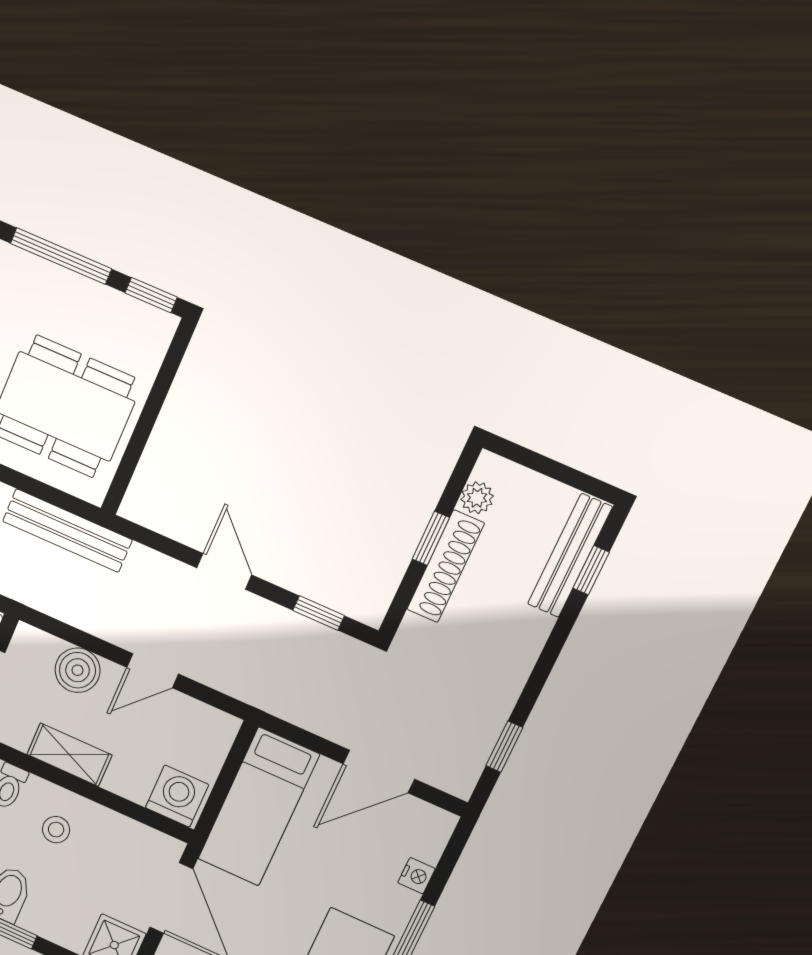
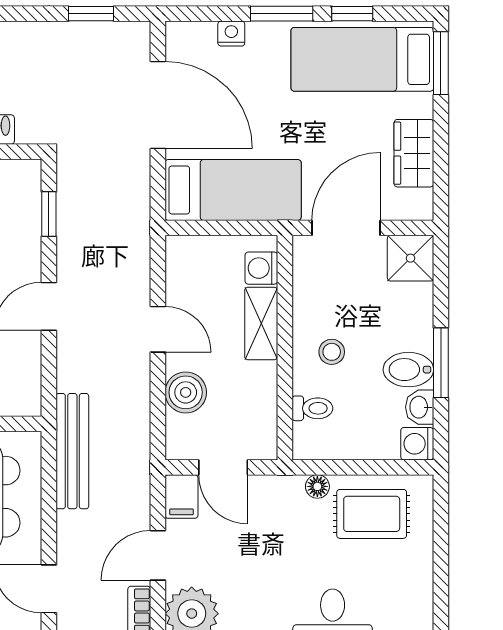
shelving: (69, 755) -> (261, 324), moved
door: (379, 772) -> (158, 105), width x1.36
washing machine: (177, 796) -> (261, 268), width x0.73, depth x0.73

